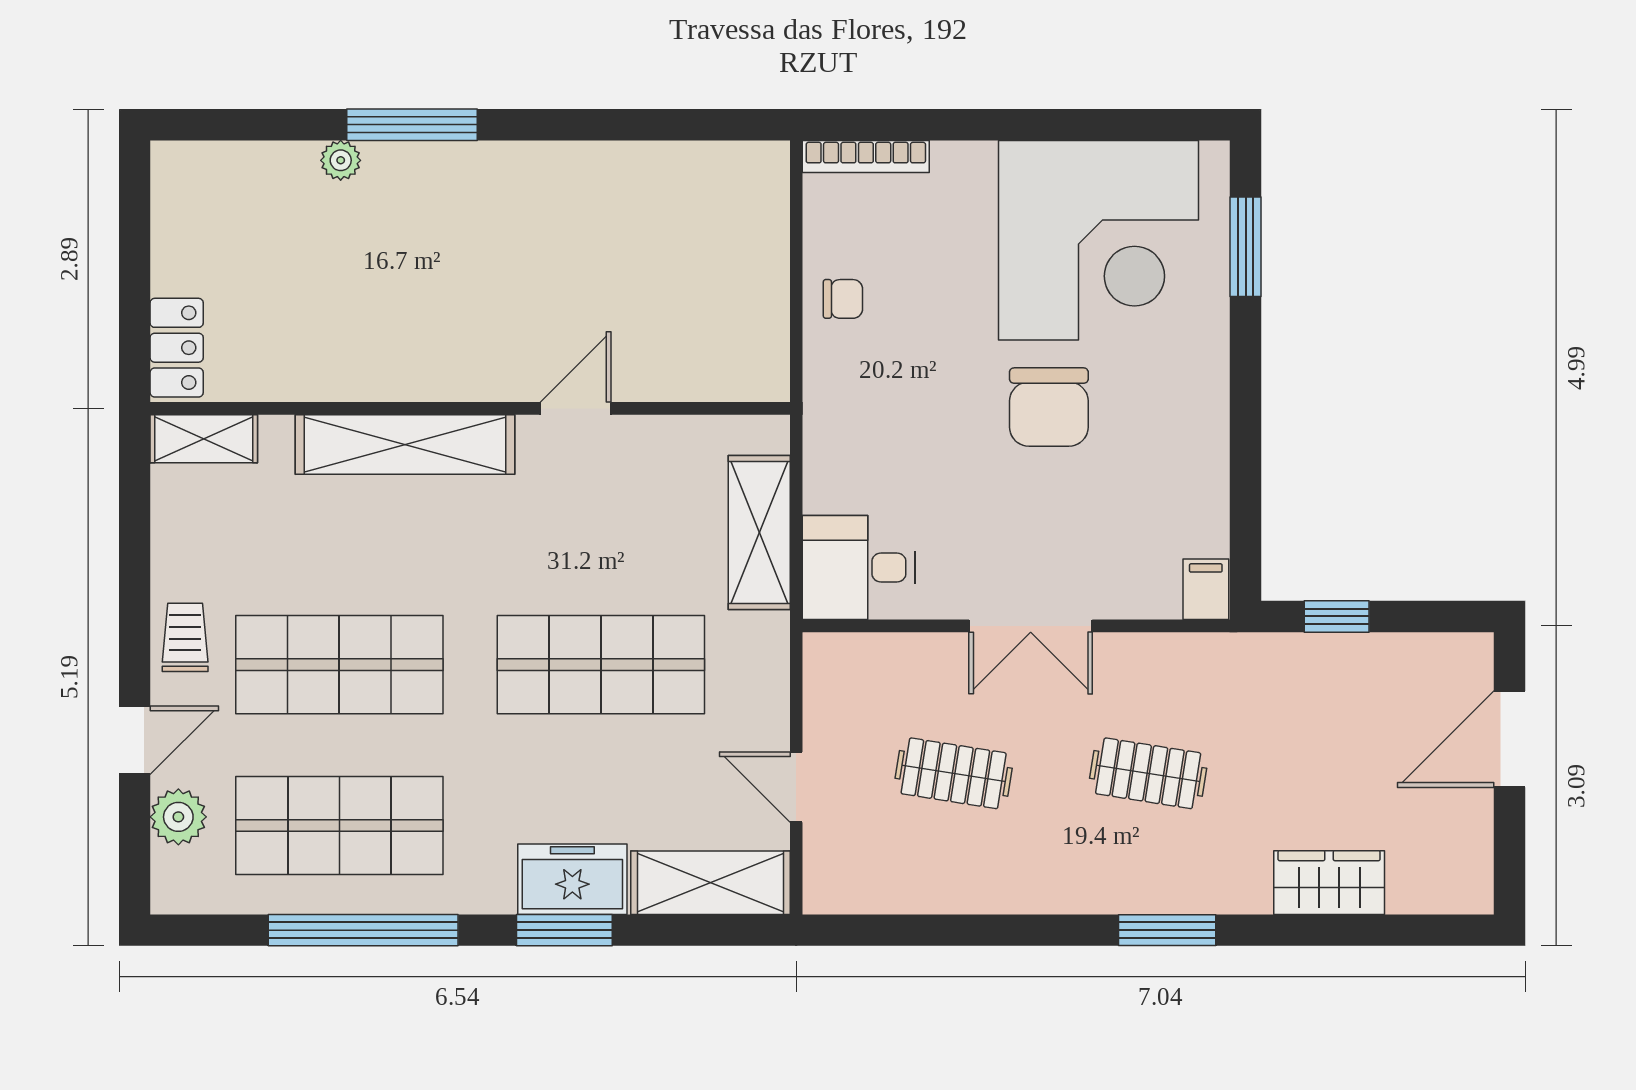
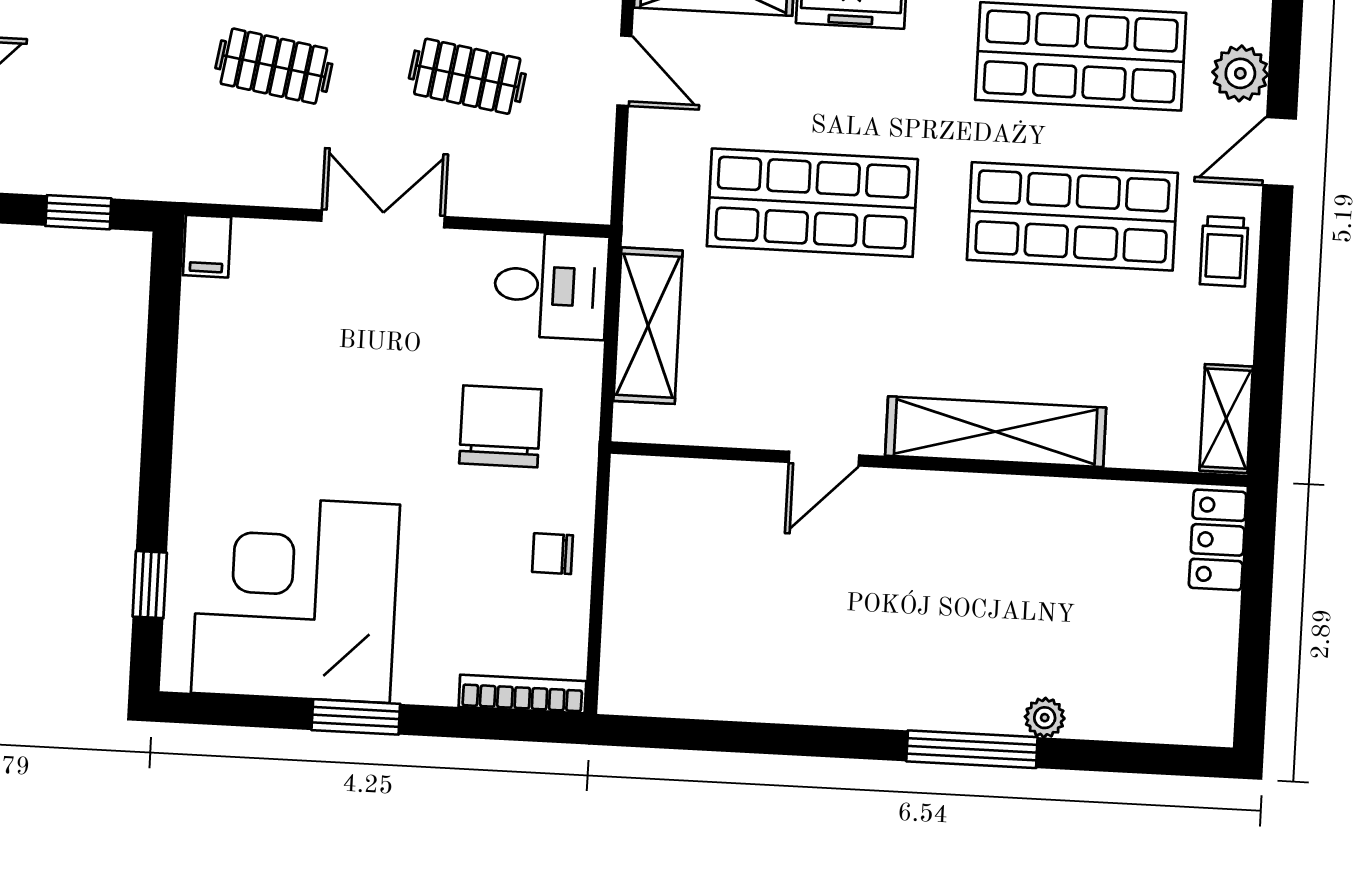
window: (1032, 125) -> (356, 717), added
window: (1246, 247) -> (150, 585), width x0.67
chair: (1049, 407) -> (500, 426), moved
shelving: (204, 439) -> (1226, 419), moved, turned 90

